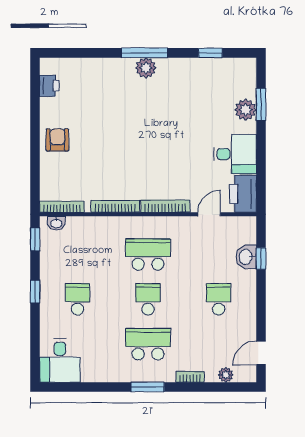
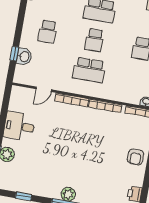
printer: (243, 194) -> (19, 99), removed

